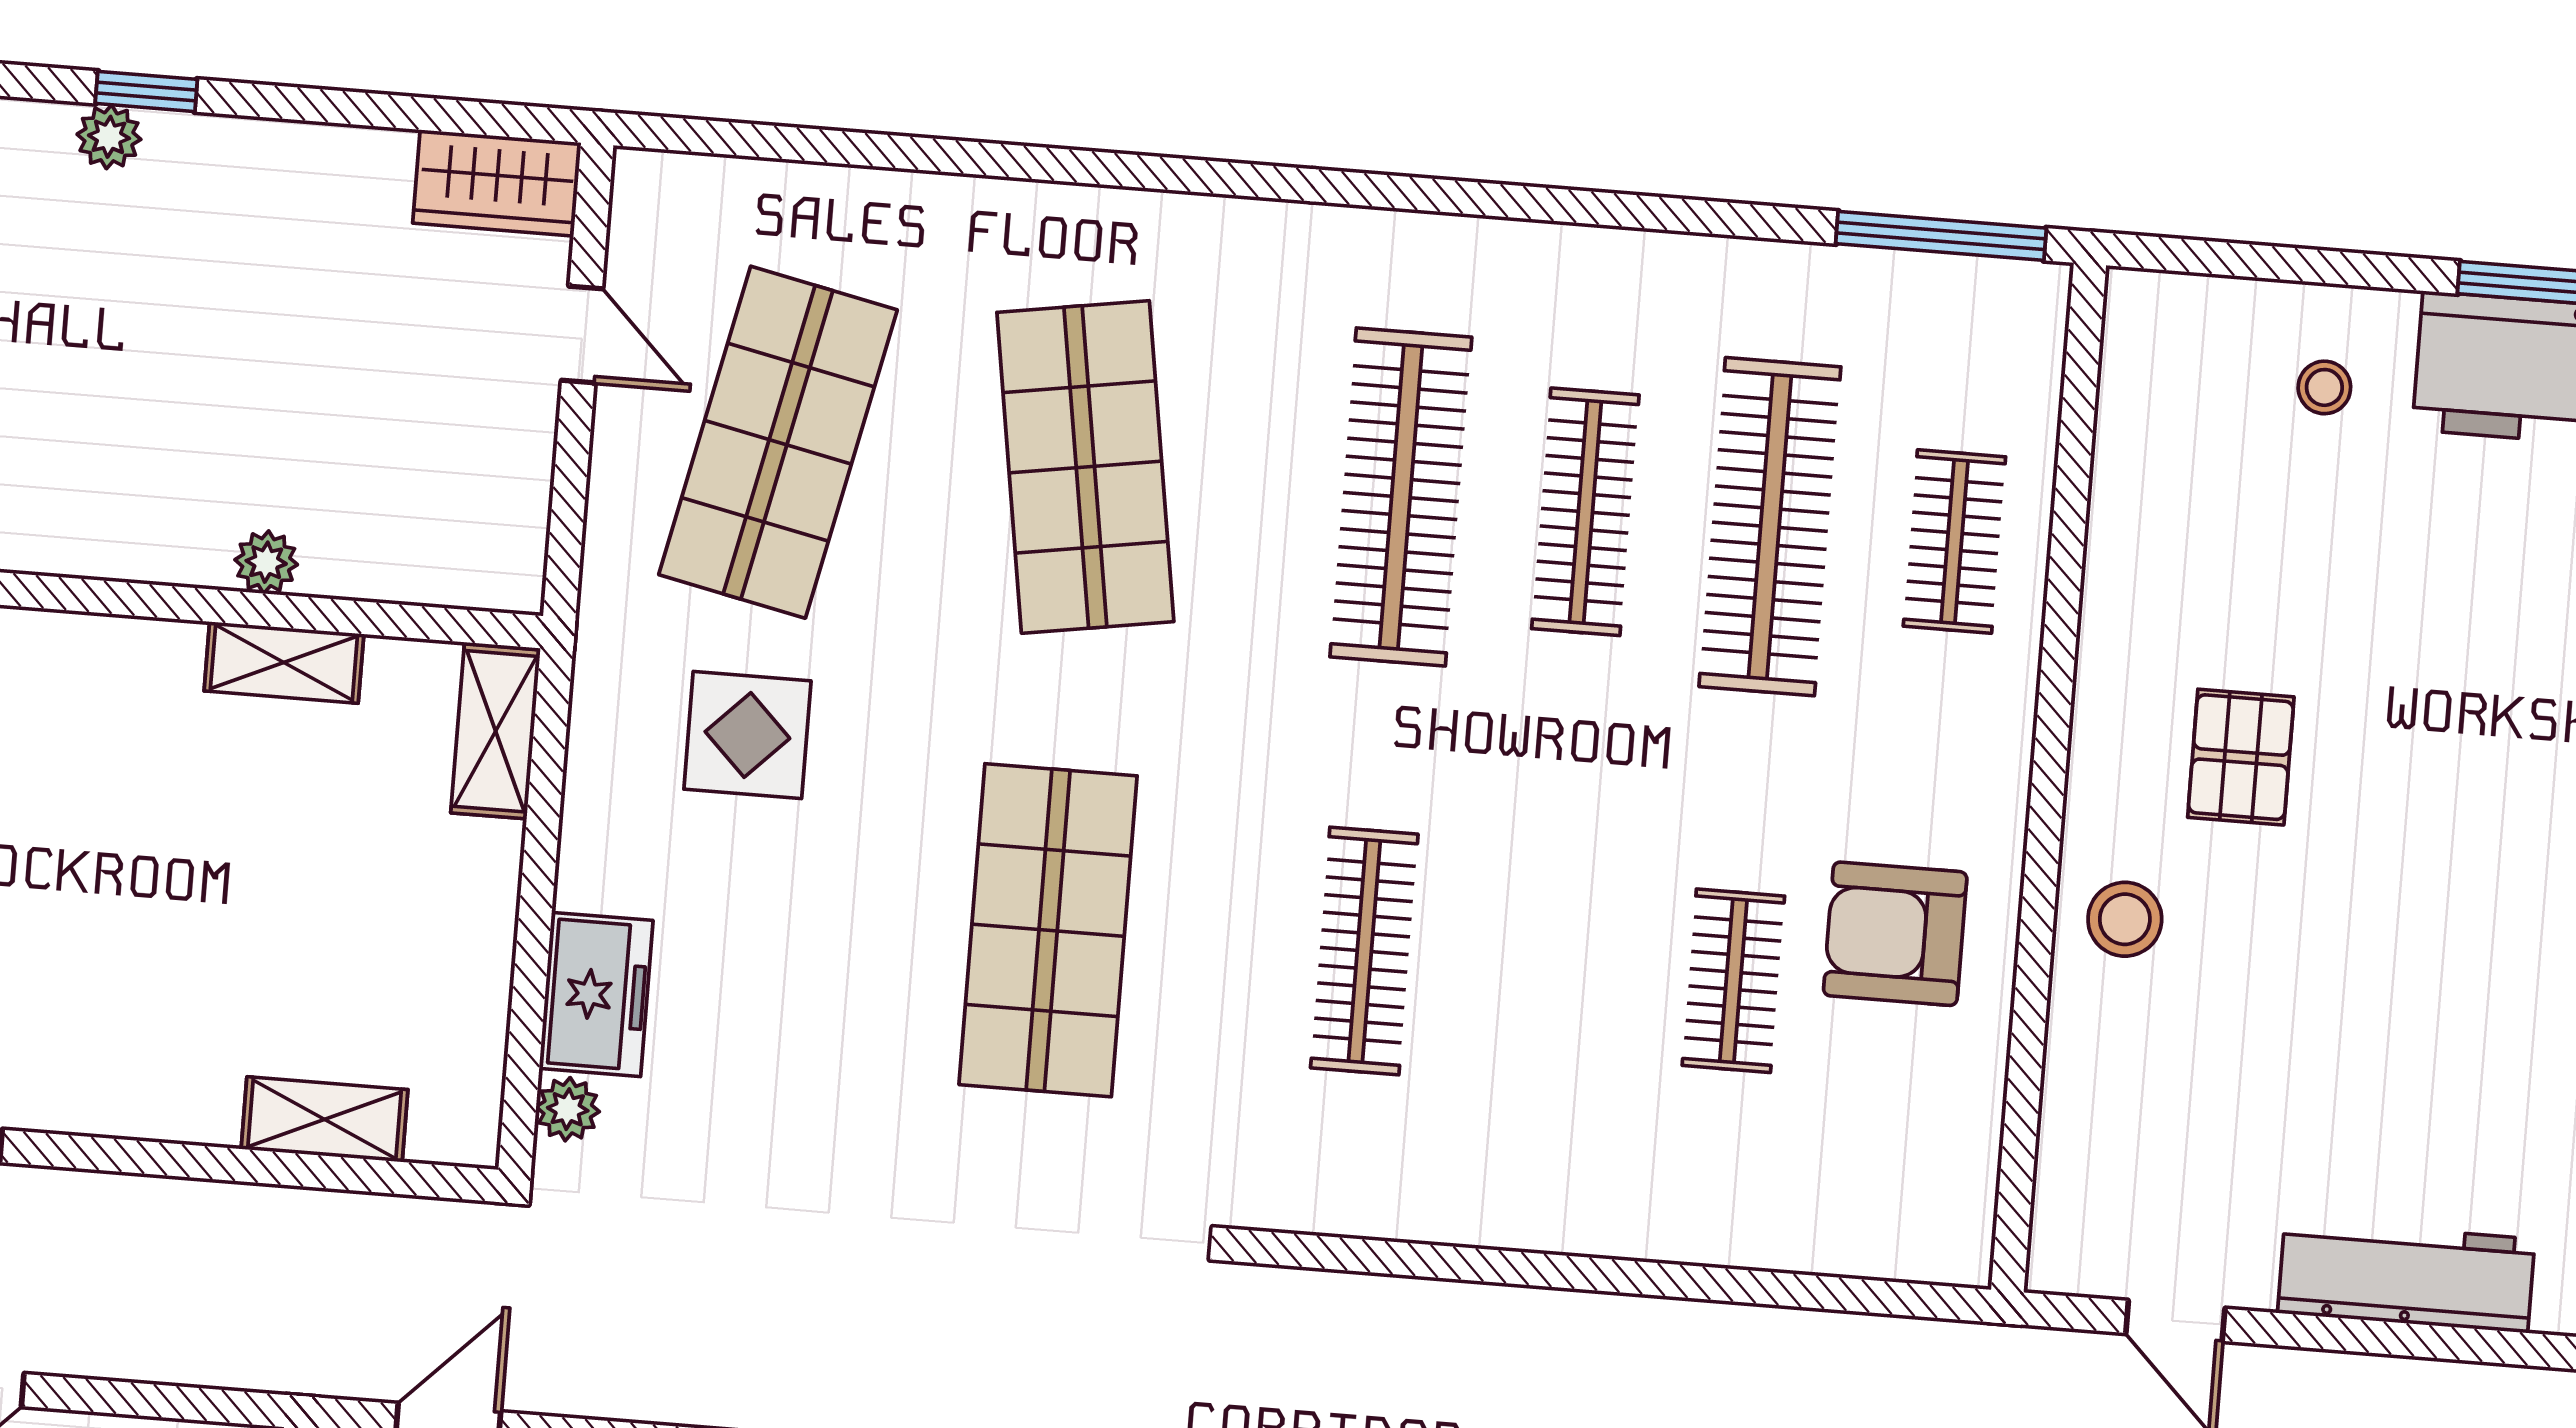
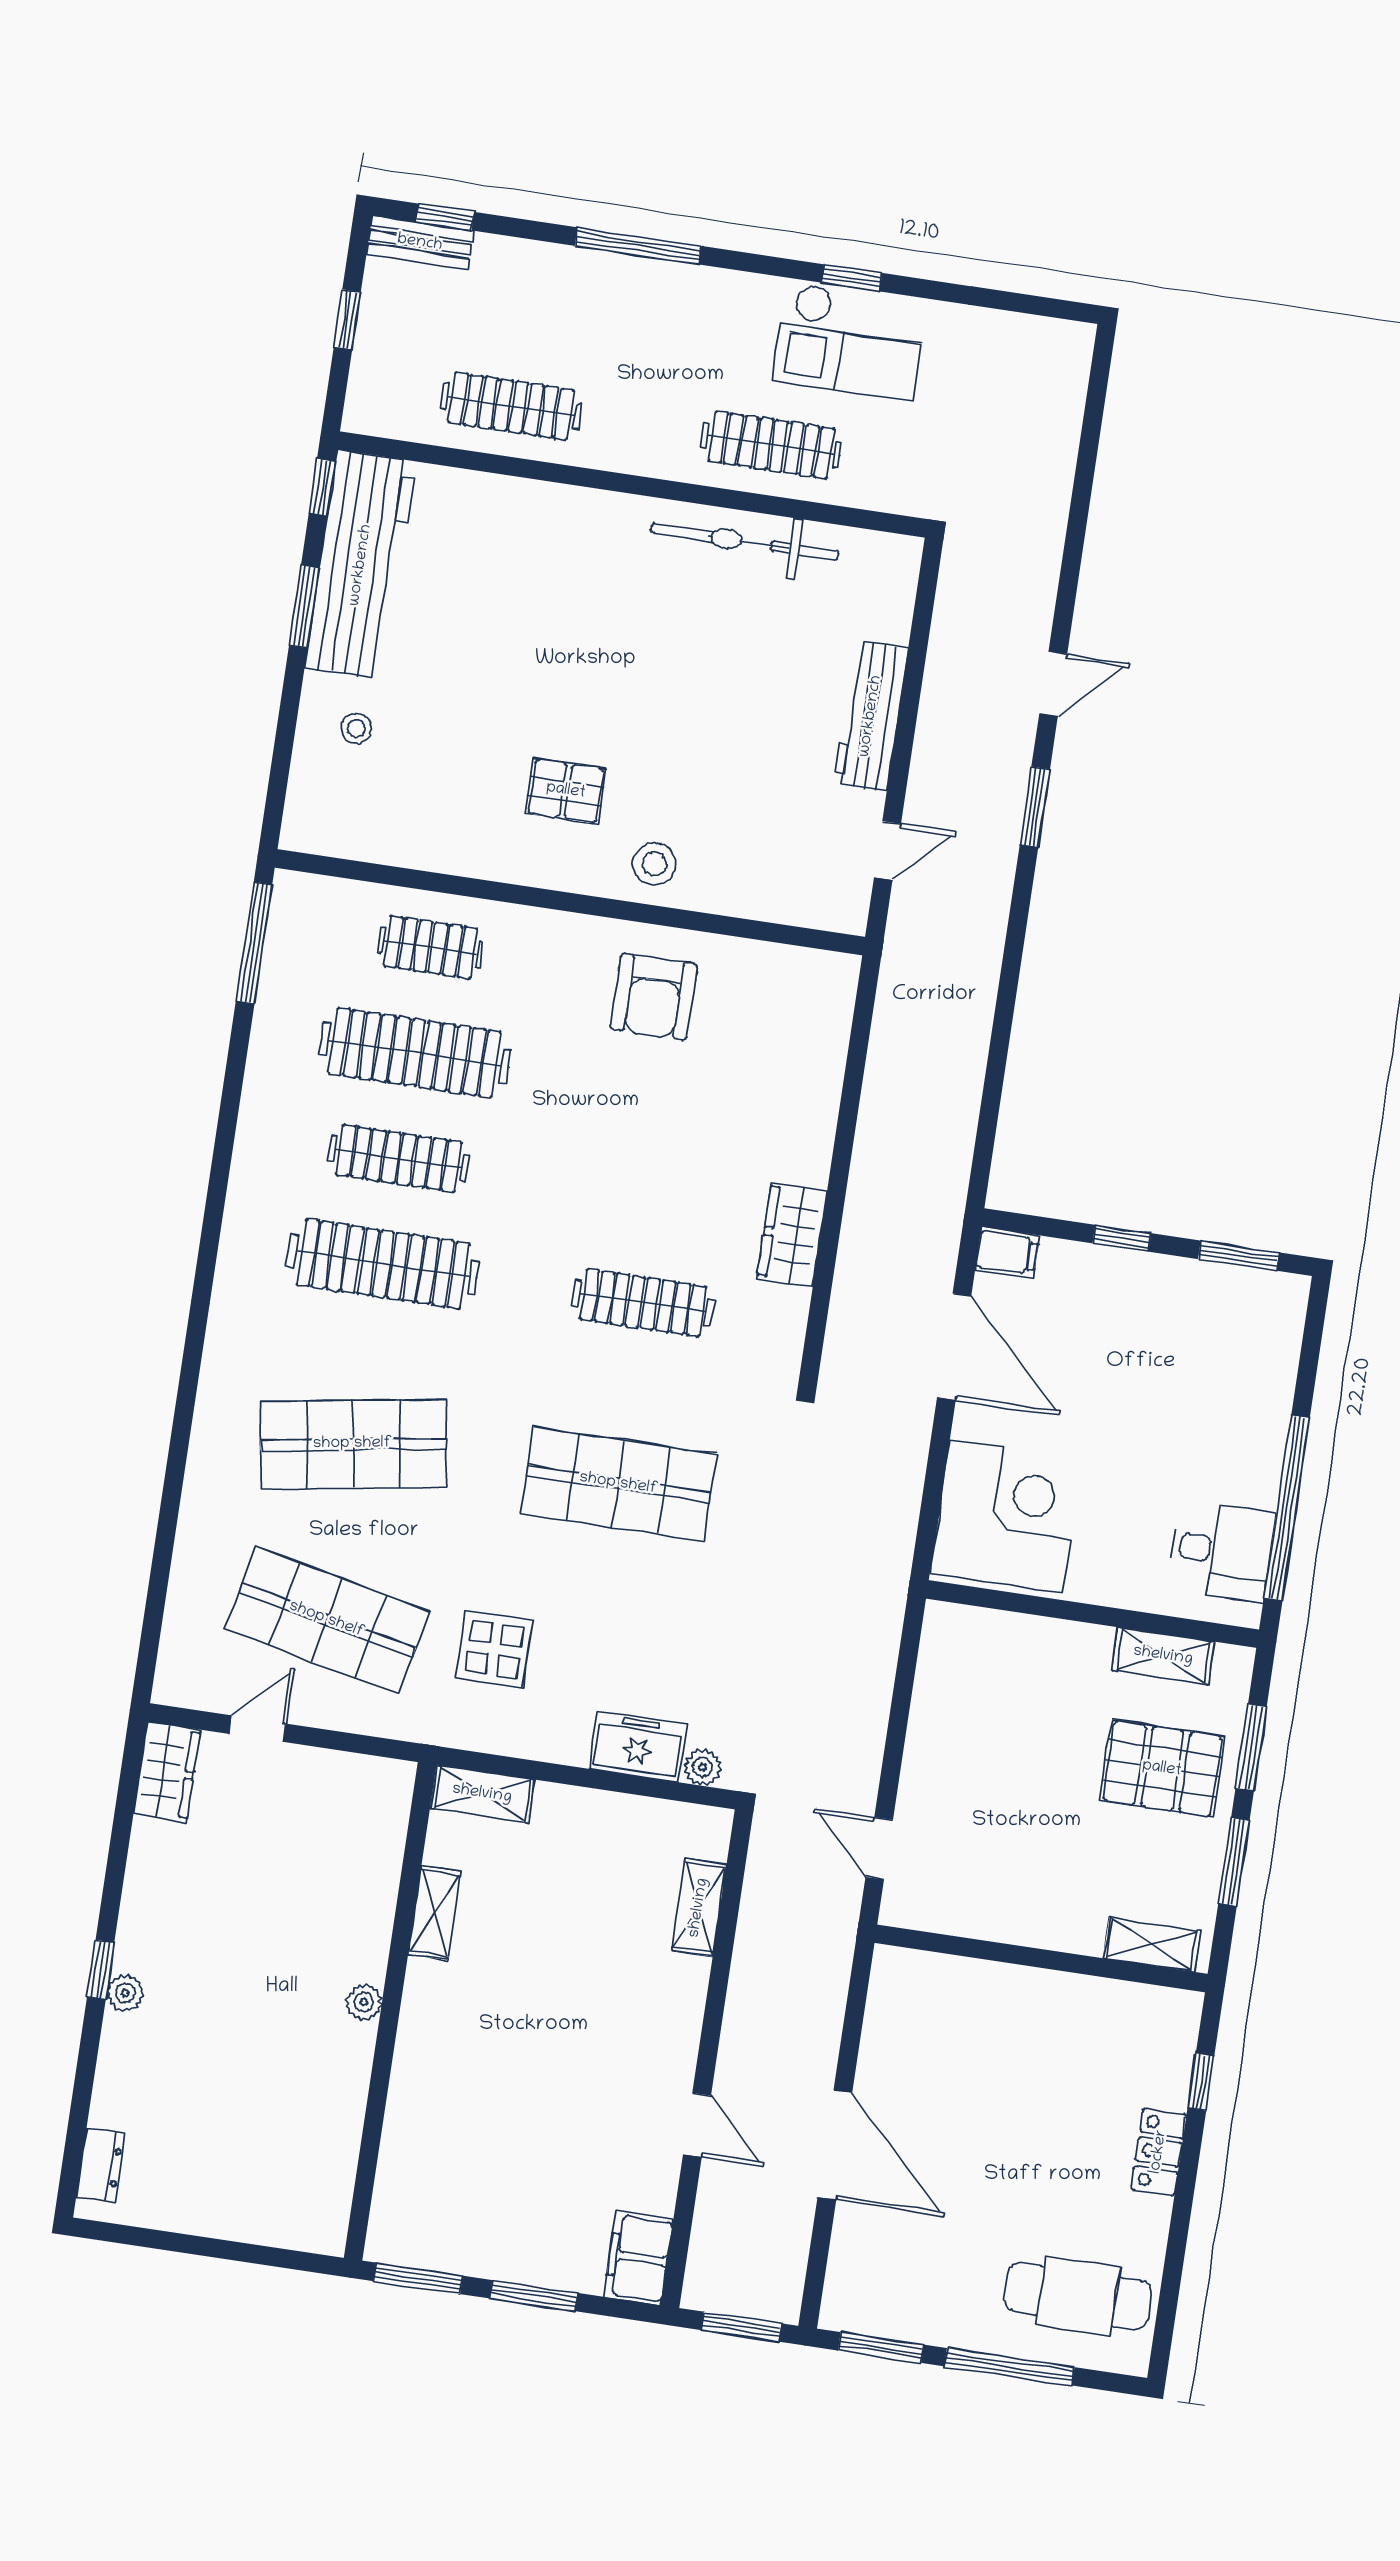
plant: (266, 562) -> (364, 2002), moved
clothes rail: (1733, 981) -> (674, 1092), removed
wardrobe: (1500, 1201) -> (792, 1235), added

